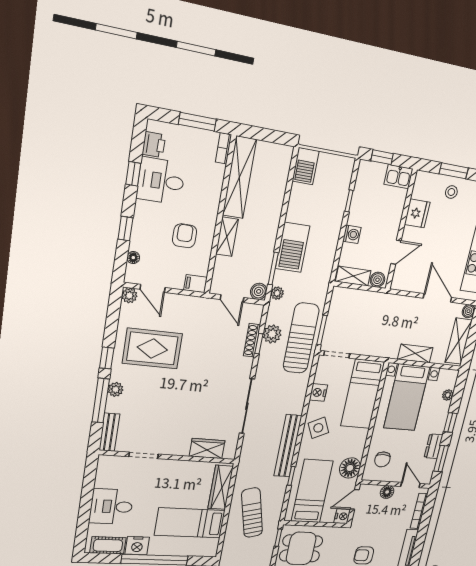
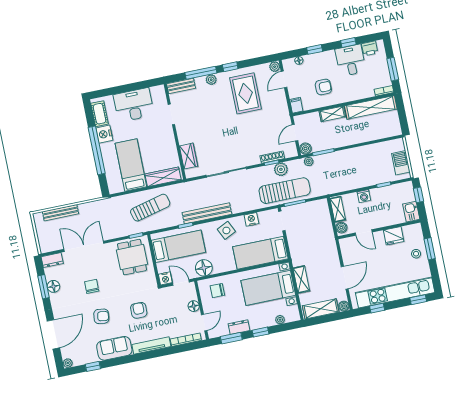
barbecue: (306, 166) -> (401, 163), moved, turned 90
barbecue: (292, 247) -> (341, 159), removed
desk: (111, 507) -> (134, 105), width x1.37

